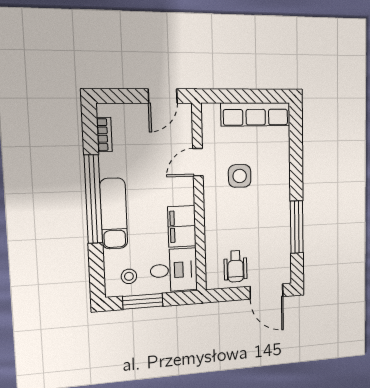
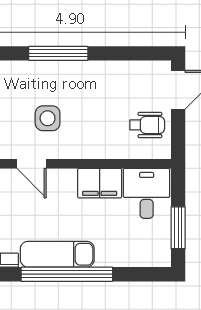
exam couch: (114, 214) -> (57, 254), moved
window: (297, 227) -> (58, 53), moved
stool: (129, 276) -> (150, 241), removed

